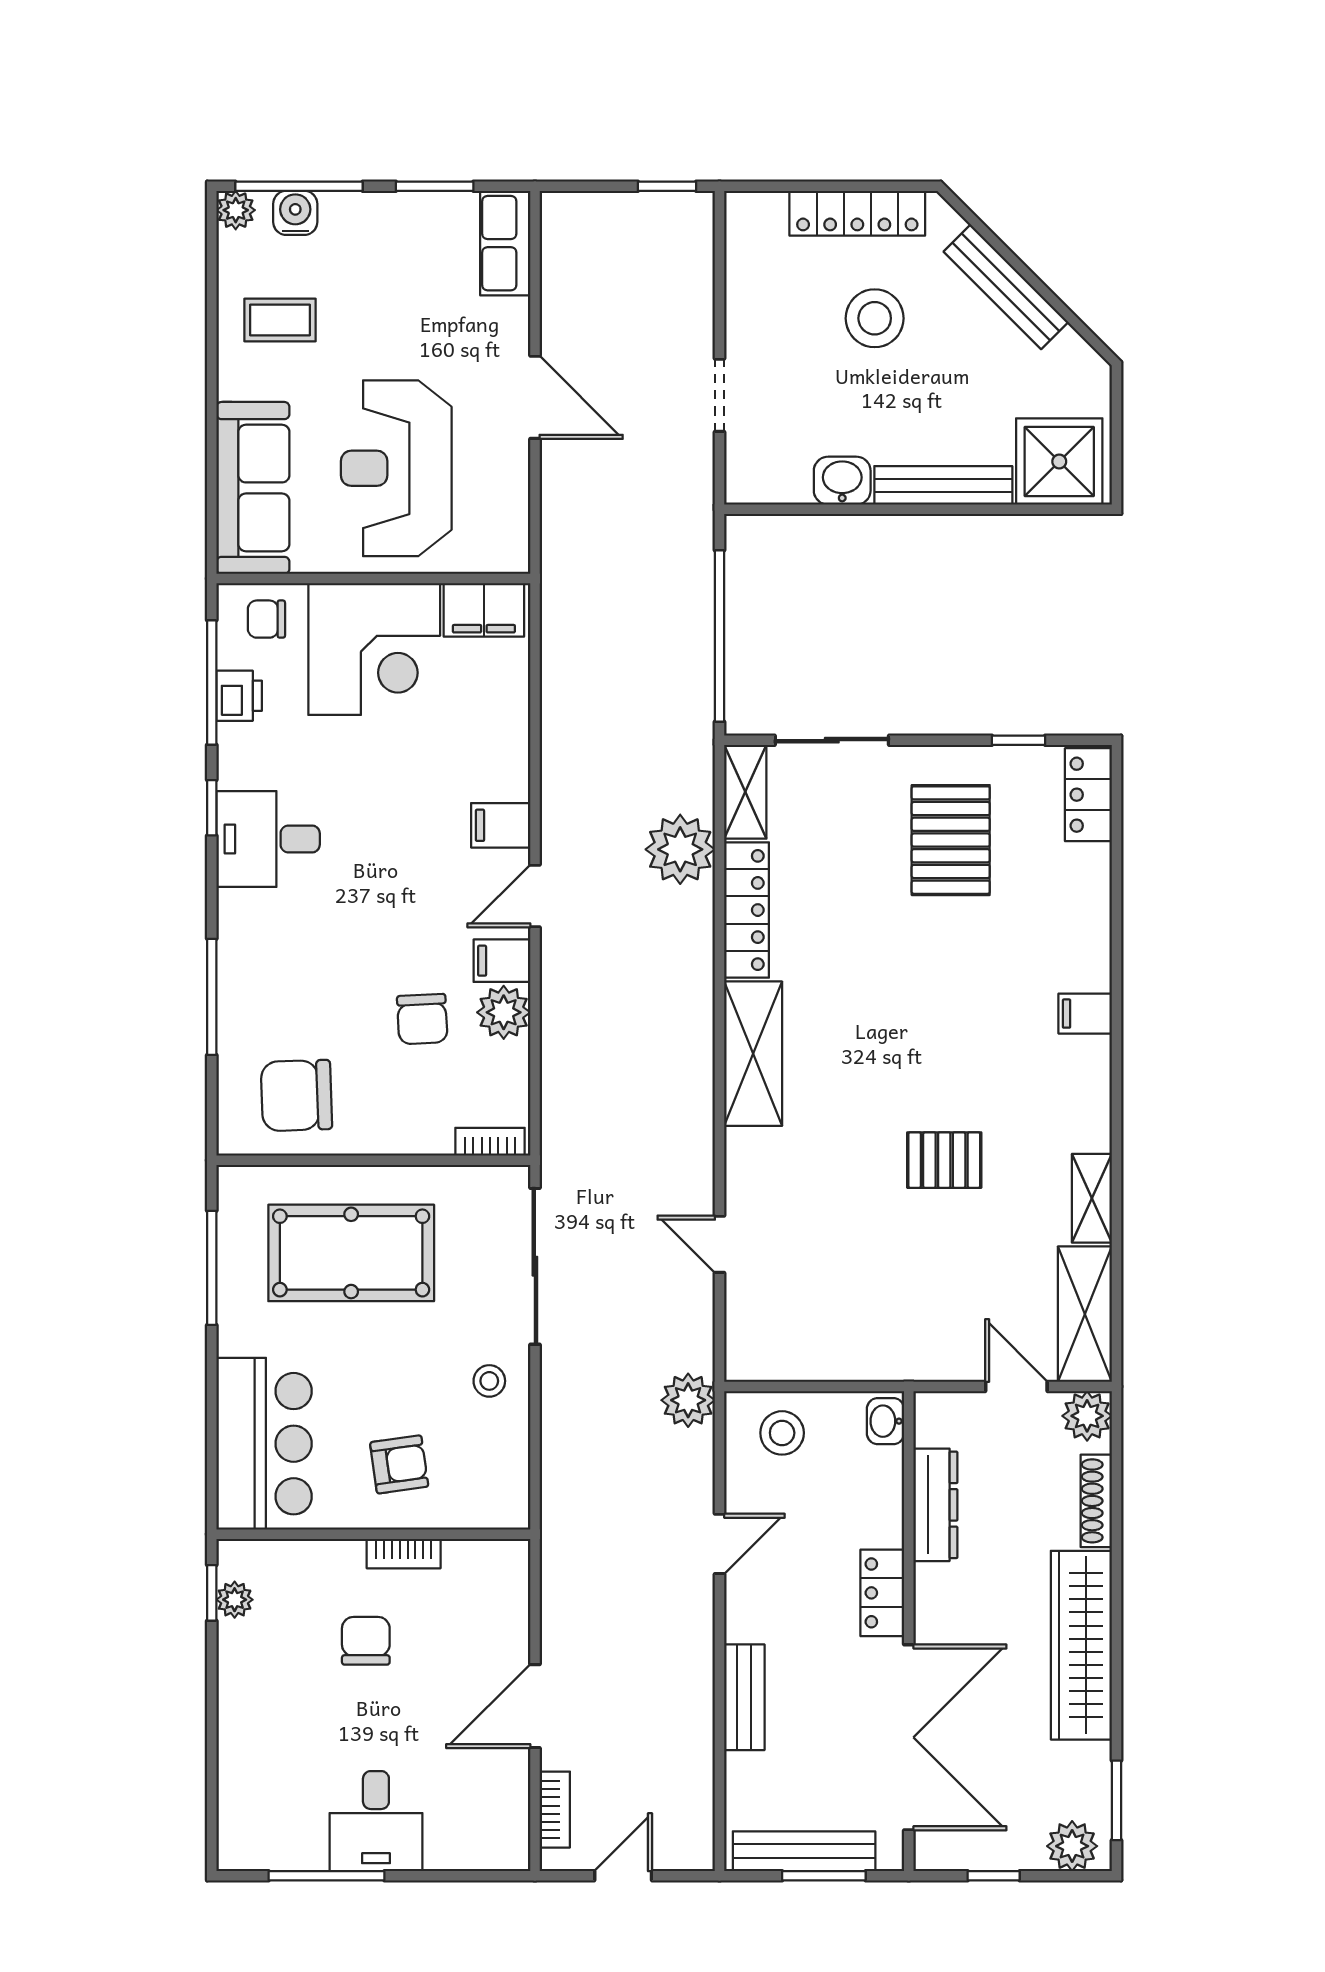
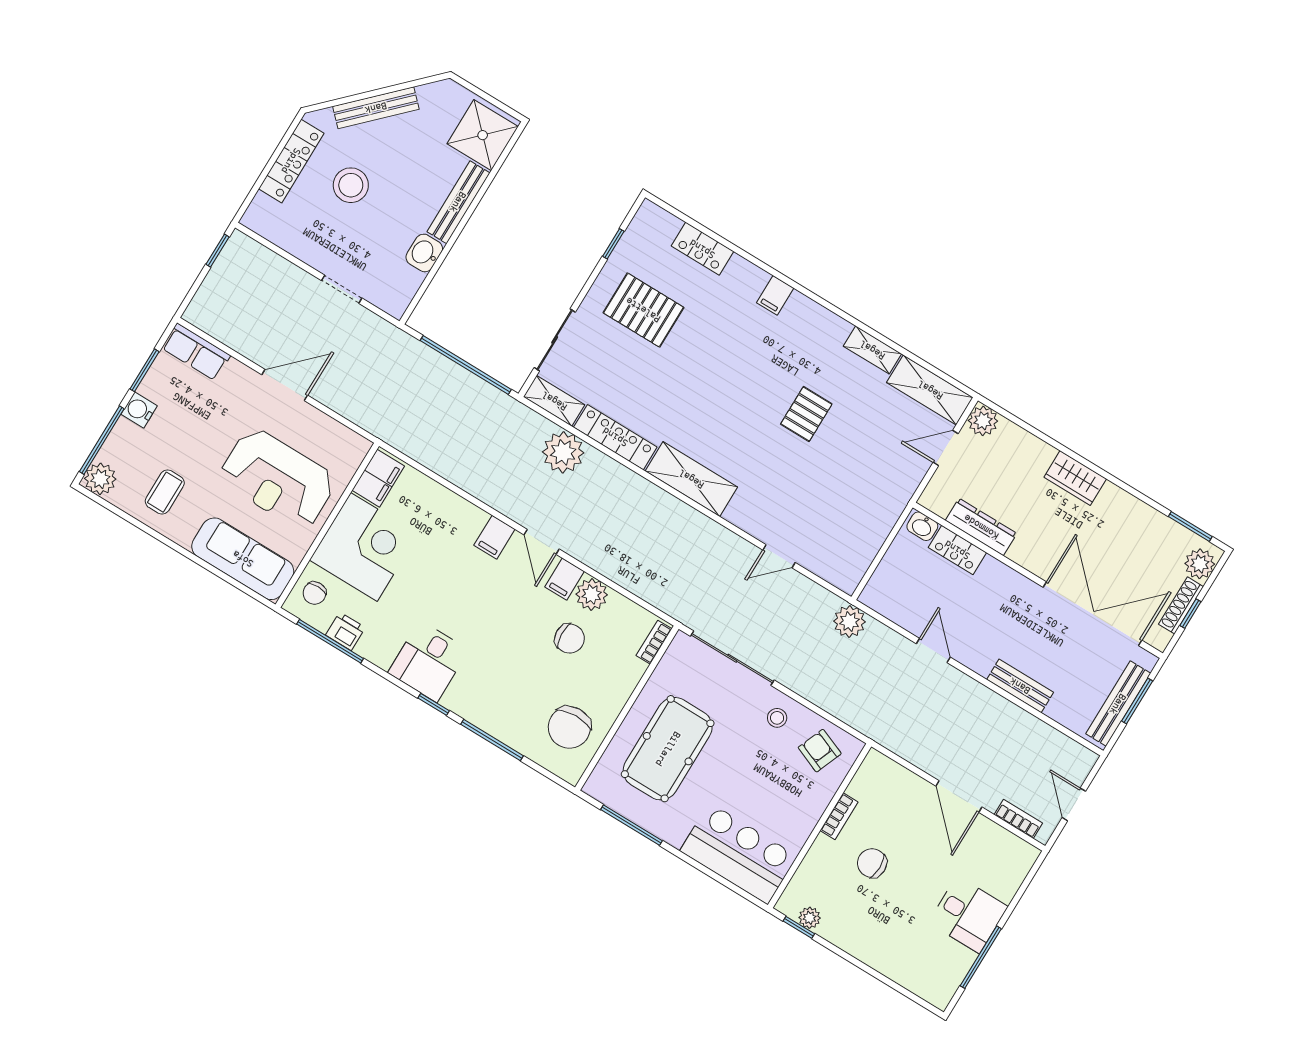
plant: (236, 210) -> (100, 479), width x1.38, depth x1.38
water cooler: (295, 213) -> (139, 410), moved
locker: (1088, 795) -> (702, 249), moved
window: (212, 808) -> (434, 704), moved
stool: (782, 1433) -> (896, 583), removed
armchair: (399, 1464) -> (820, 751), moved, turned -60
shoe rack: (1096, 1501) -> (1181, 605), moved, turned 90
locker: (882, 1593) -> (957, 550), moved
wardrobe: (1081, 1645) -> (1075, 478), width x0.48, depth x0.85

